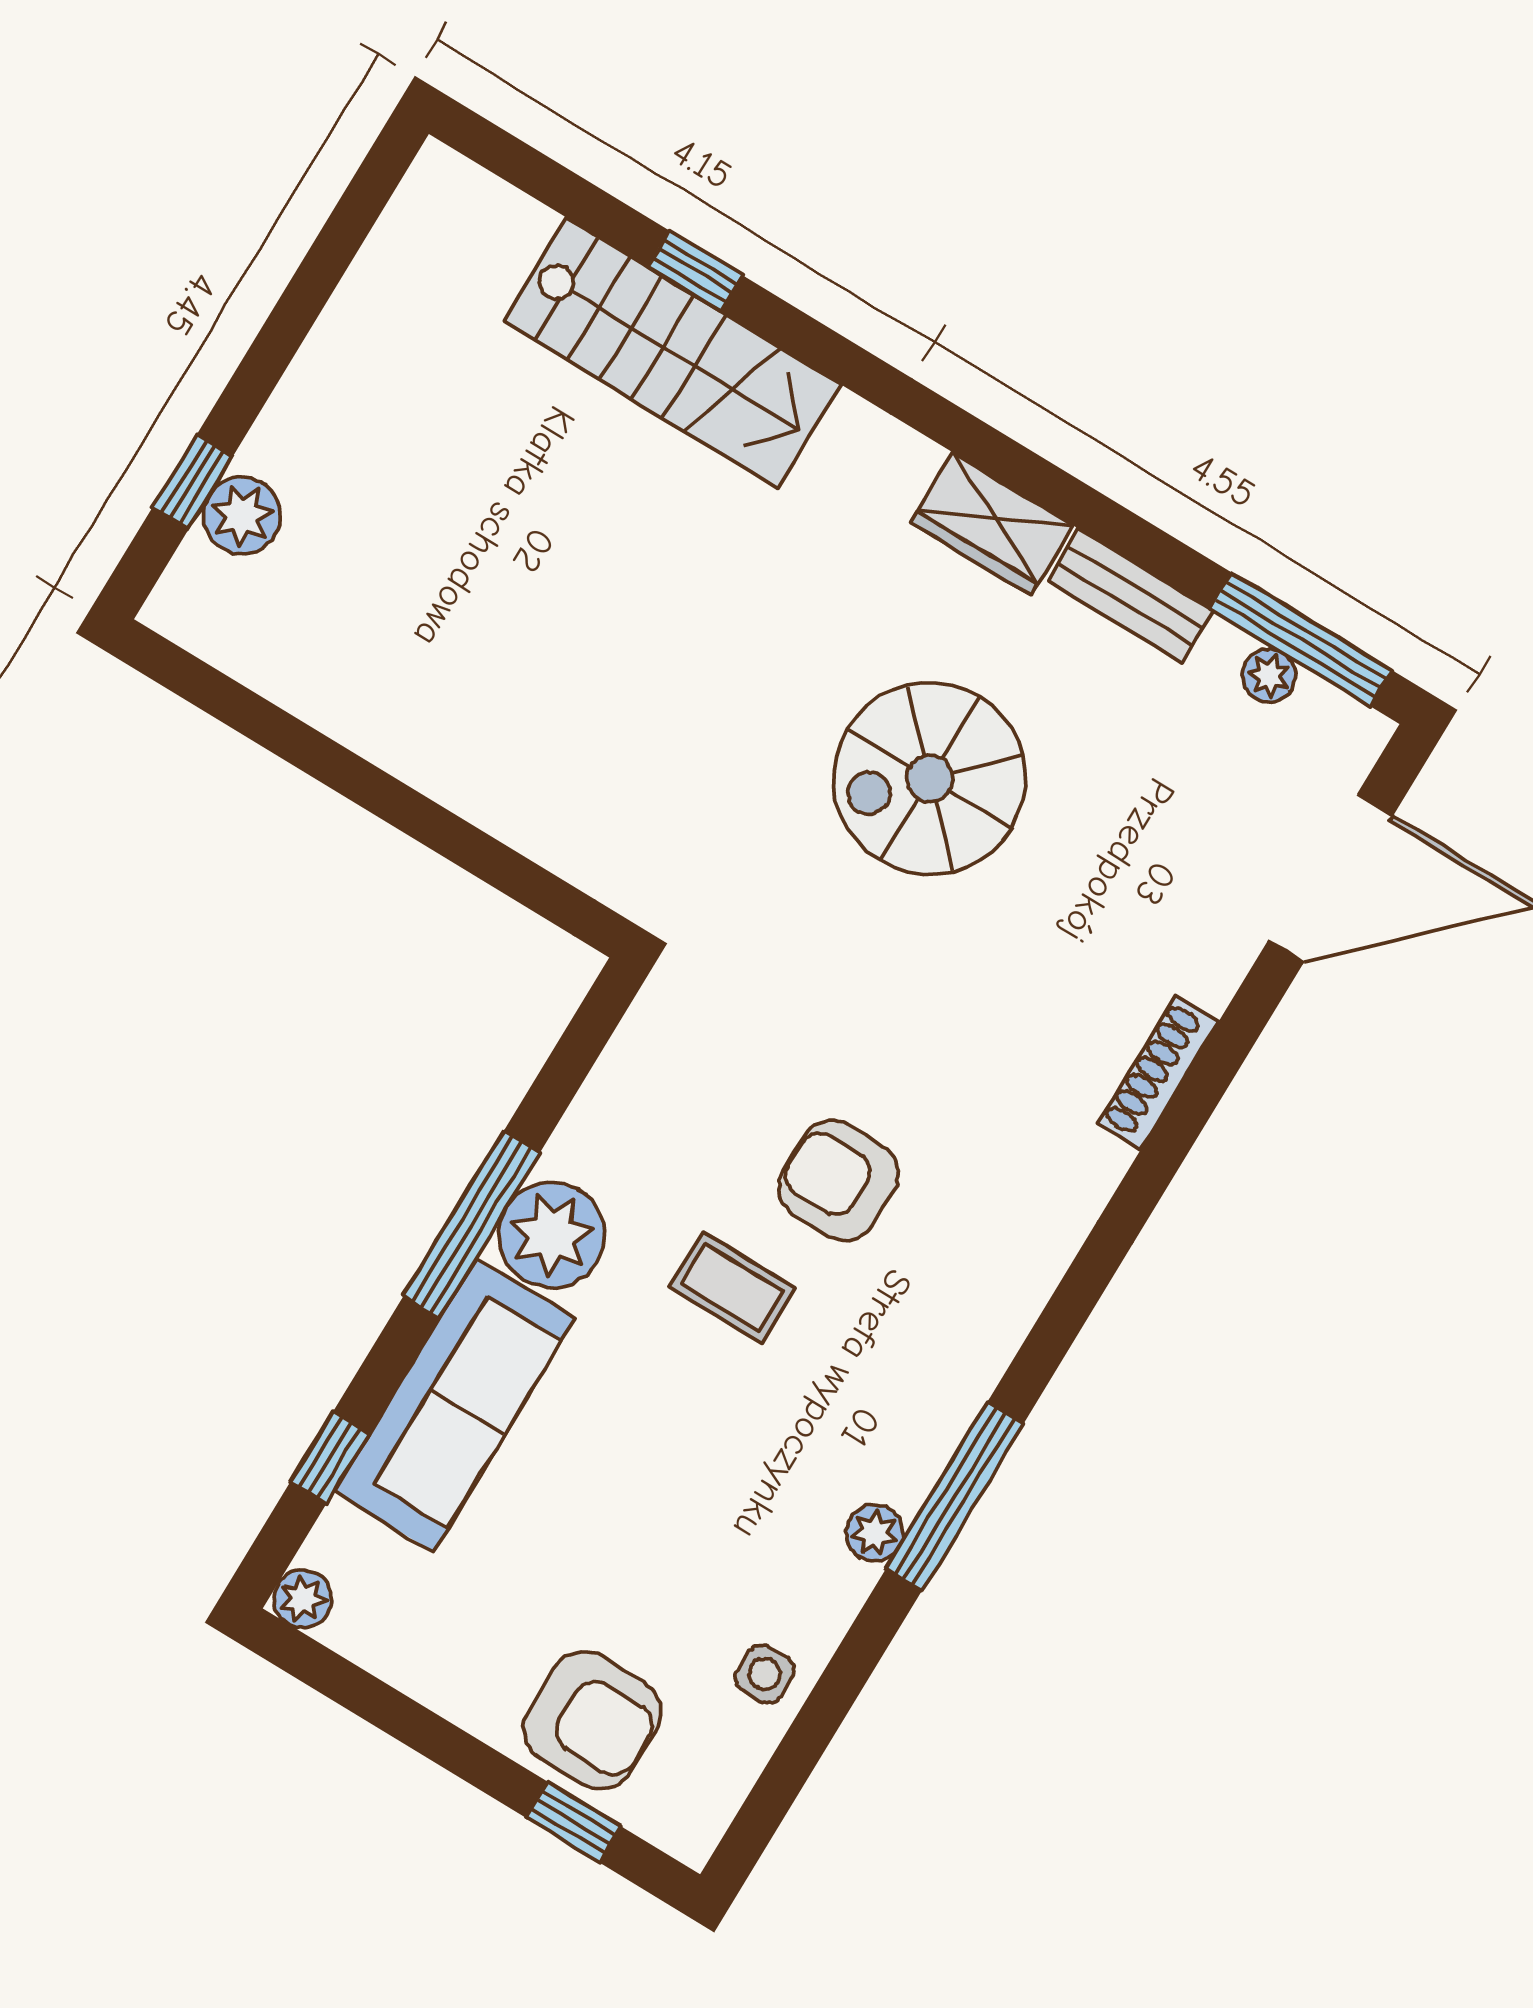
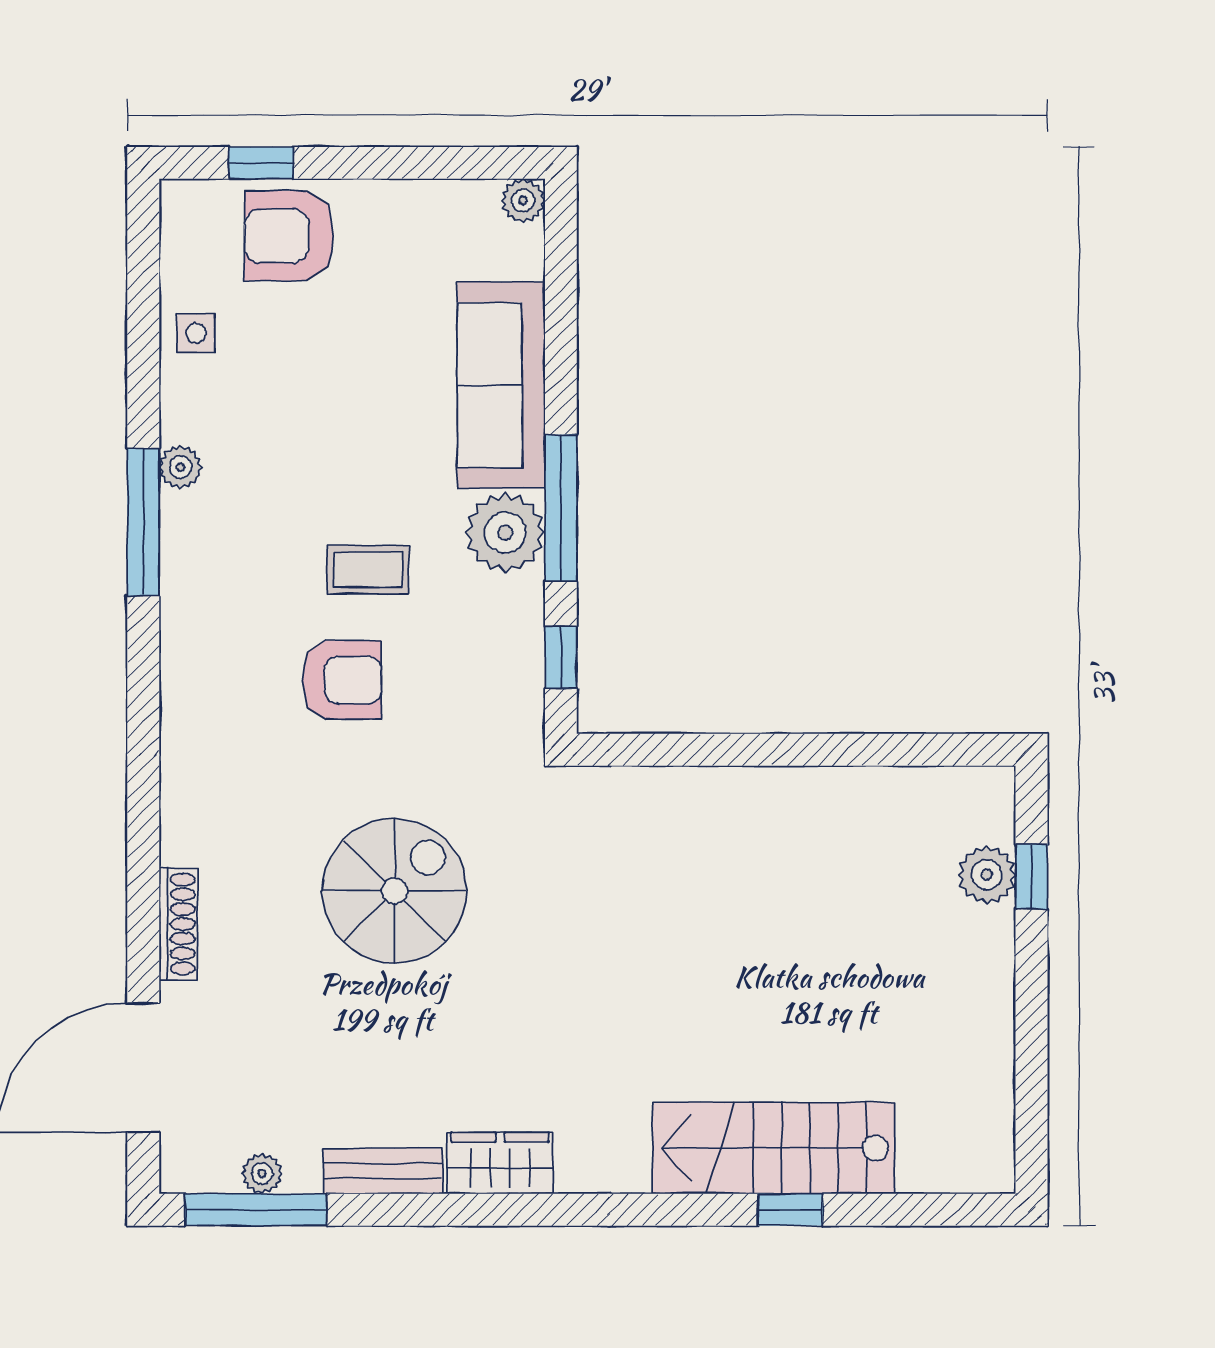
spiral stairs: (930, 778) -> (395, 891), moved
shoe rack: (1158, 1073) -> (178, 924), moved
window: (330, 1458) -> (561, 657), moved

